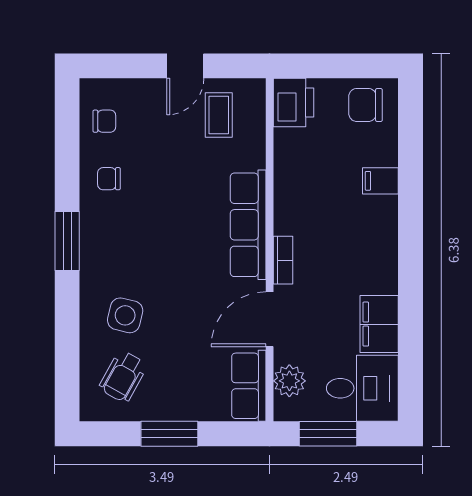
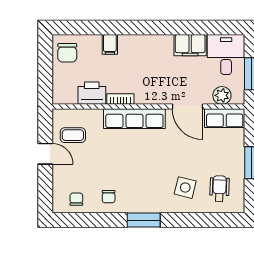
printer: (293, 103) -> (92, 93), moved
bookcase: (283, 260) -> (120, 99), moved
wheelchair: (123, 376) -> (219, 189), turned -117

